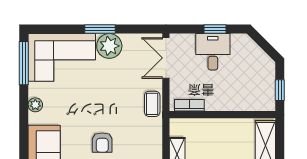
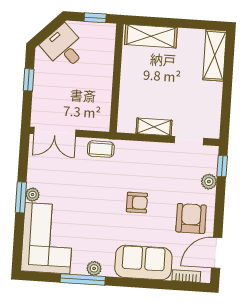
plant: (109, 46) -> (33, 195), width x0.53, depth x0.53
desk: (213, 52) -> (64, 47), moved, turned 45
window: (24, 63) -> (83, 279), moved
bookcase: (189, 105) -> (105, 111), removed

